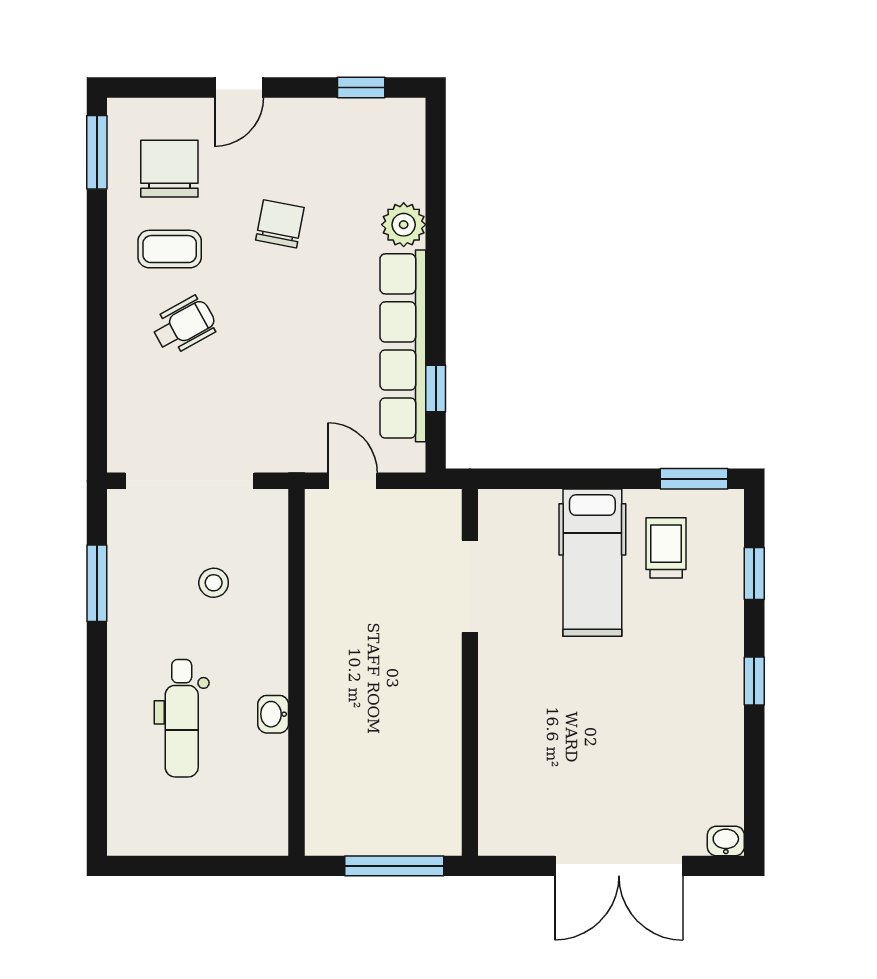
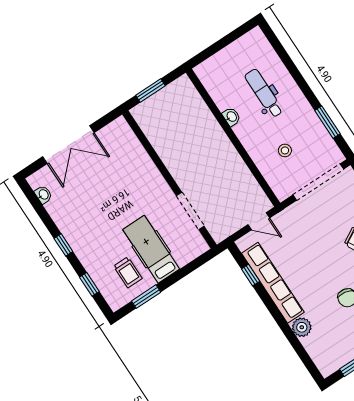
window: (694, 479) -> (146, 297), moved
washbasin: (726, 841) -> (43, 195), moved, turned -90
window: (394, 866) -> (150, 90), width x0.69
double door: (619, 866) -> (68, 145), swing flipped

